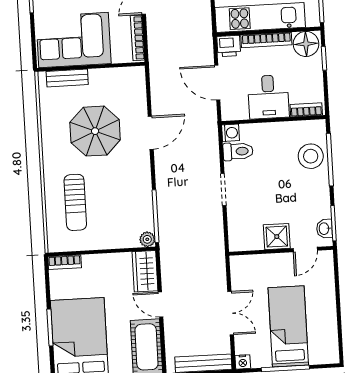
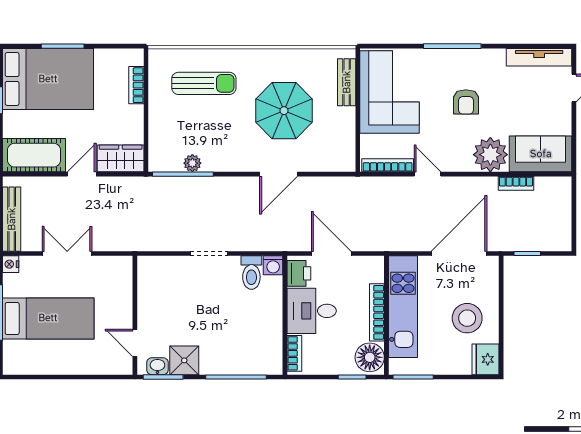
printer: (229, 46) -> (299, 273), moved, turned 180
door: (217, 83) -> (331, 253), hinge flipped
door: (151, 133) -> (279, 174), hinge flipped
stool: (311, 156) -> (241, 355), removed
sun lounger: (75, 202) -> (204, 83), turned 180
shower: (277, 237) -> (184, 360), moved
plant: (147, 239) -> (192, 163), moved
bookcase: (65, 262) -> (136, 85), moved
double door: (231, 313) -> (67, 253), swing flipped

